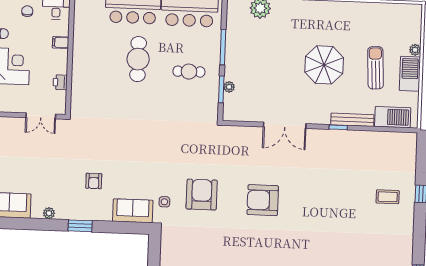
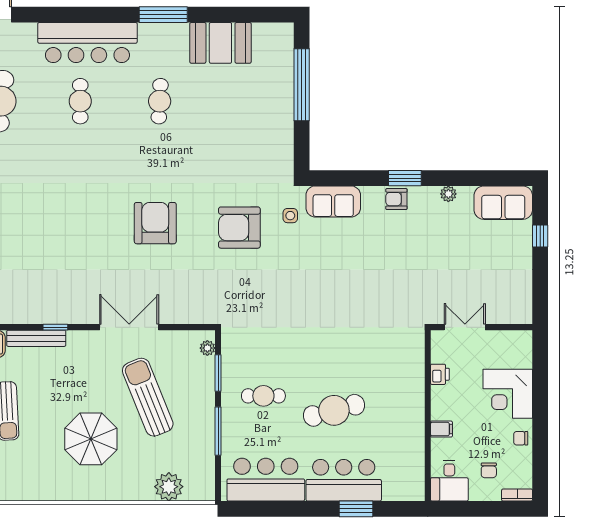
cafe table: (138, 59) -> (334, 410), turned 75
parasol: (324, 65) -> (91, 439), moved
sun lounger: (273, 74) -> (148, 397), added
plant: (229, 87) -> (207, 348), moved
armchair: (94, 181) -> (396, 199), moved, turned -90
armchair: (202, 195) -> (239, 228), turned 90
armchair: (263, 200) -> (155, 223), turned -90

